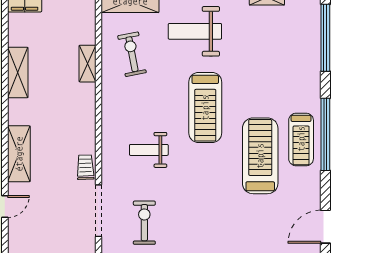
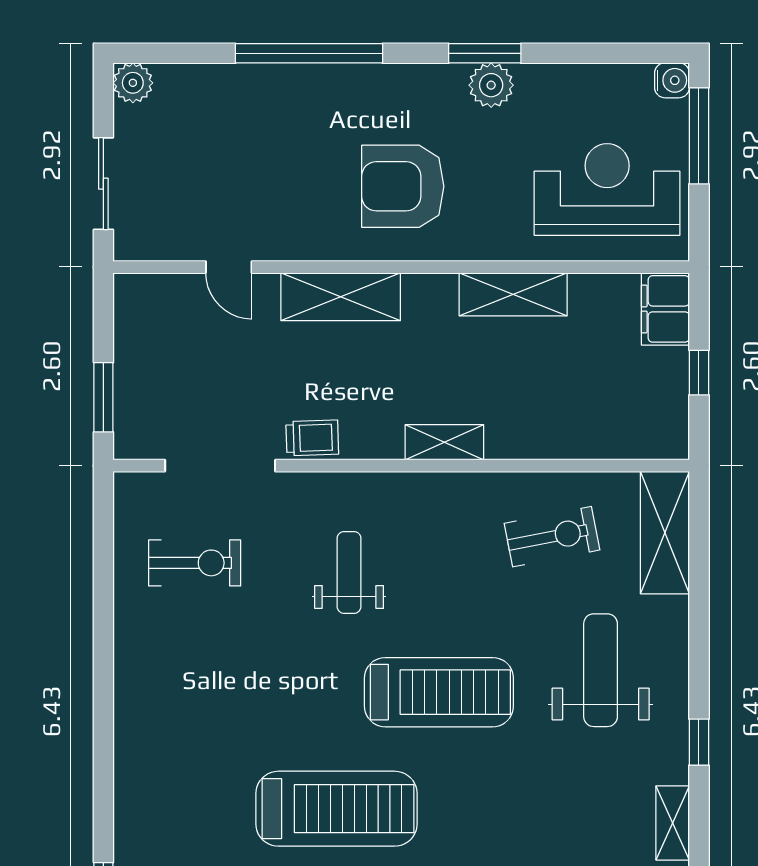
shelving: (87, 64) -> (444, 442), moved
treadmill: (205, 108) -> (439, 692), turned 180

